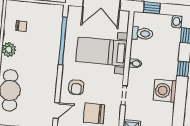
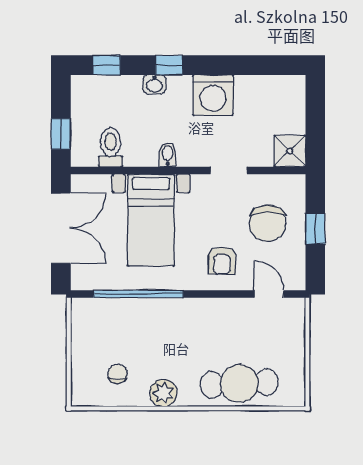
washbasin: (177, 22) -> (154, 84), moved
armchair: (76, 87) -> (222, 261), turned 90

